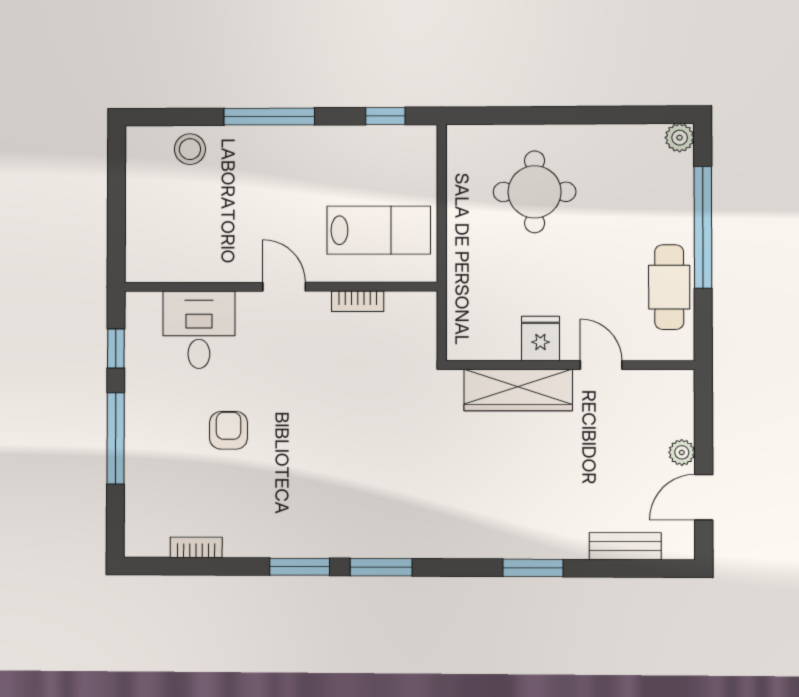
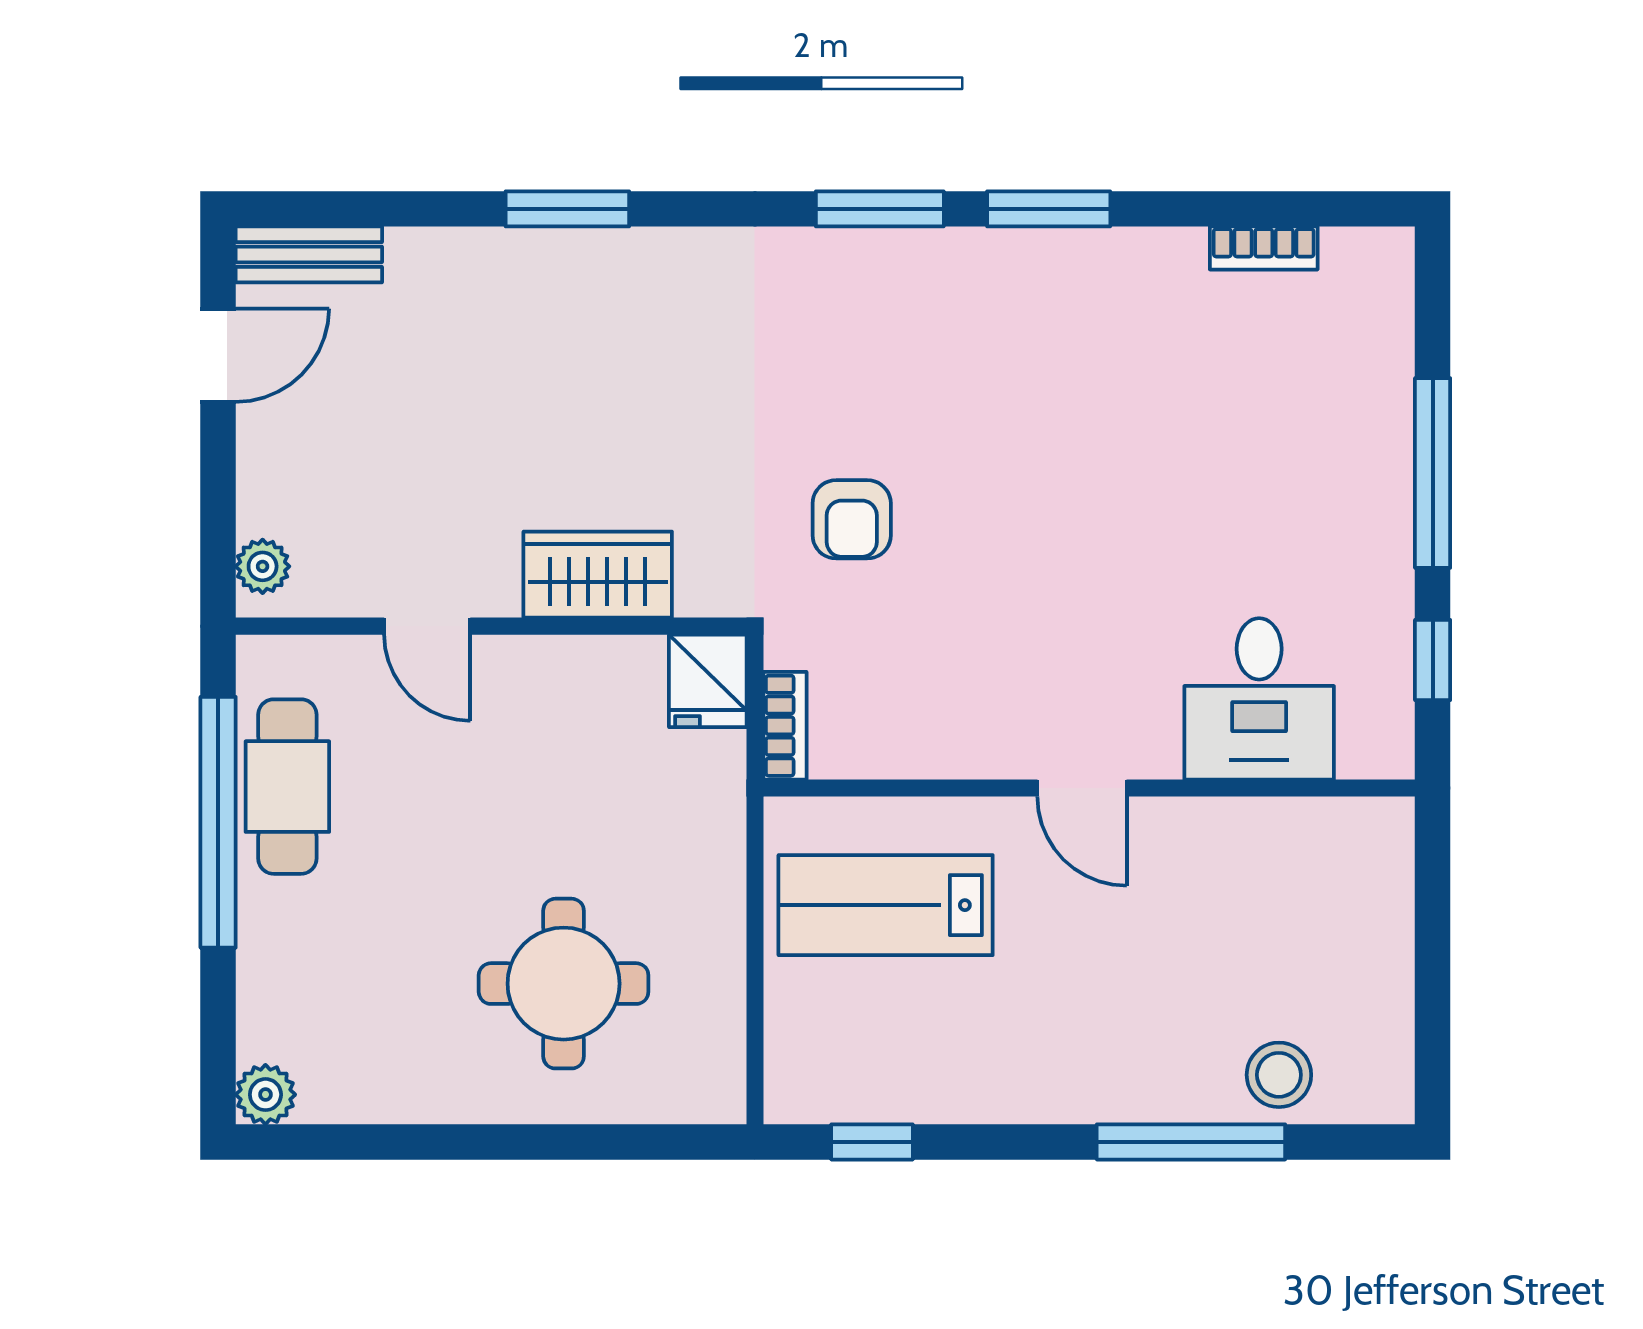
window: (269, 117) -> (1191, 1142), moved
window: (703, 227) -> (218, 822), moved
bookcase: (358, 301) -> (785, 726), moved, turned 90
fridge: (540, 338) -> (708, 681), moved
wardrobe: (518, 390) -> (598, 575), width x0.67
armchair: (228, 430) -> (852, 519), moved
plant: (682, 452) -> (263, 566), moved
bench: (625, 546) -> (309, 254), moved

